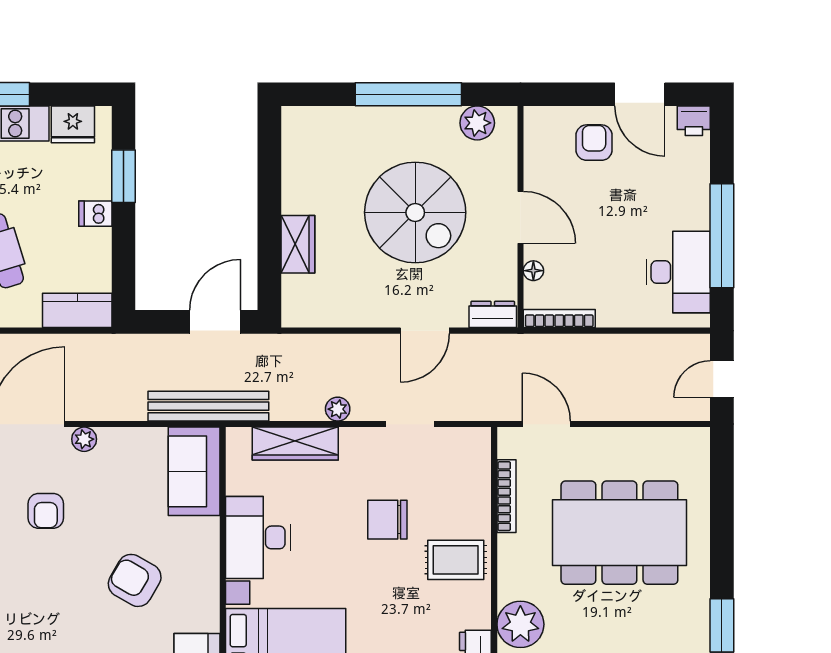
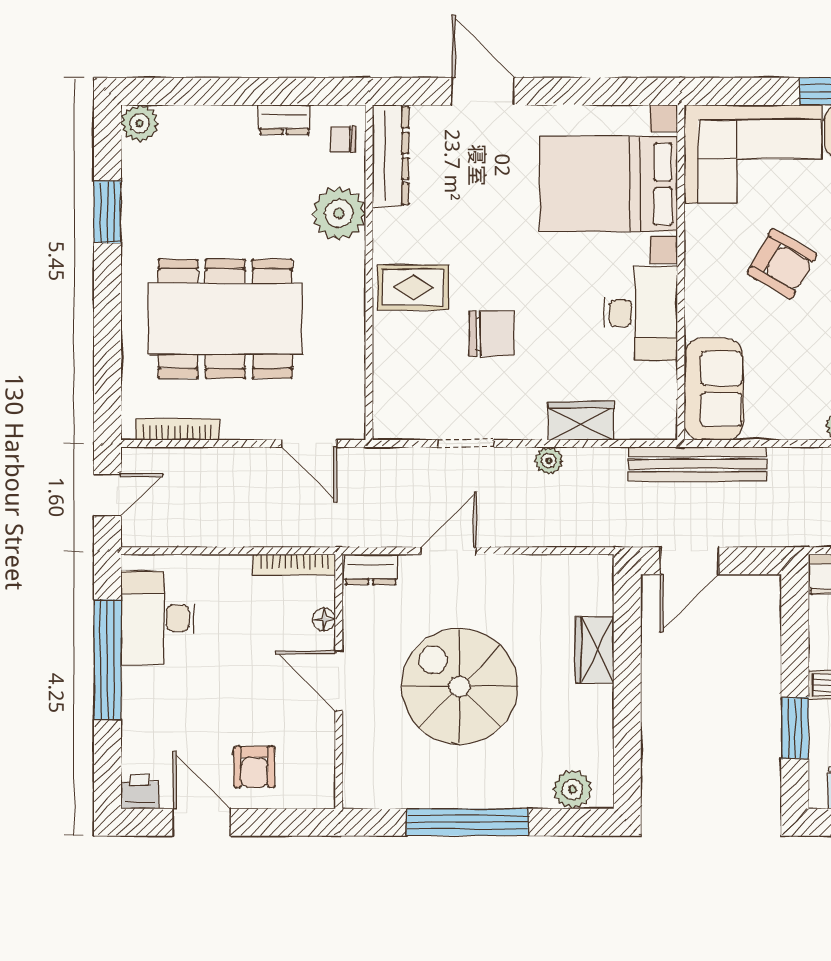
plant: (477, 123) -> (572, 789), moved
wardrobe: (295, 444) -> (581, 421), width x0.67
bookcase: (506, 496) -> (178, 429), moved, turned 90

